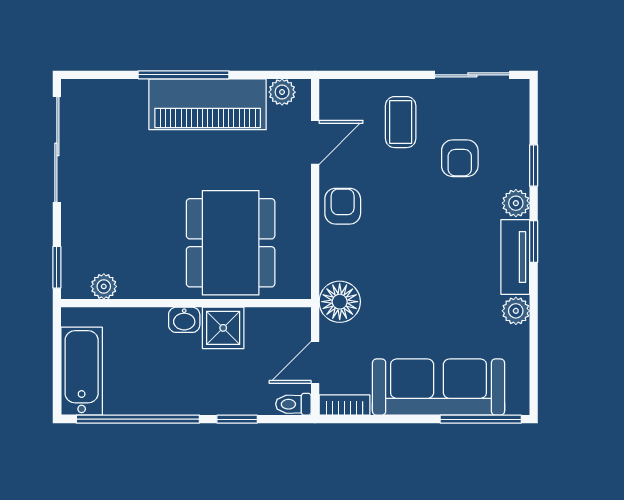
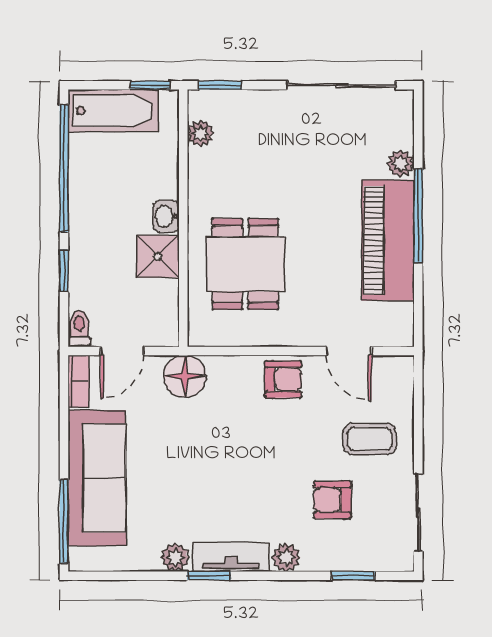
plant: (282, 92) -> (401, 164), moved
window: (534, 165) -> (353, 576), moved
window: (534, 242) -> (209, 576), moved
dining table: (231, 243) -> (245, 264), width x0.73
window: (57, 335) -> (150, 85), added
door: (315, 362) -> (122, 351), swing flipped

